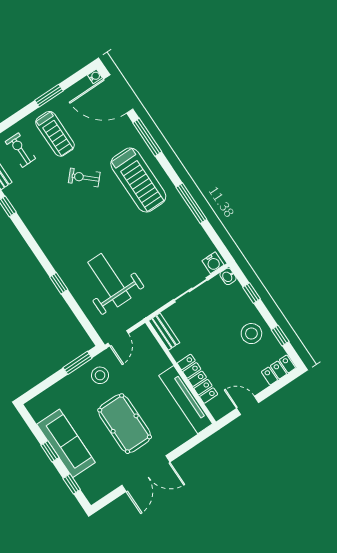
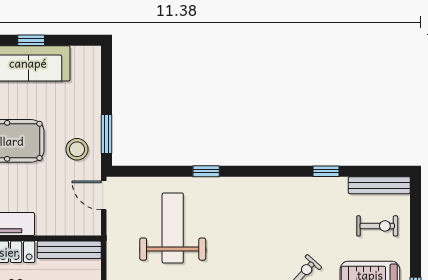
weight bench: (109, 280) -> (173, 228), turned -90
bench: (164, 332) -> (69, 250), width x1.36

